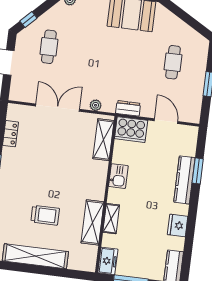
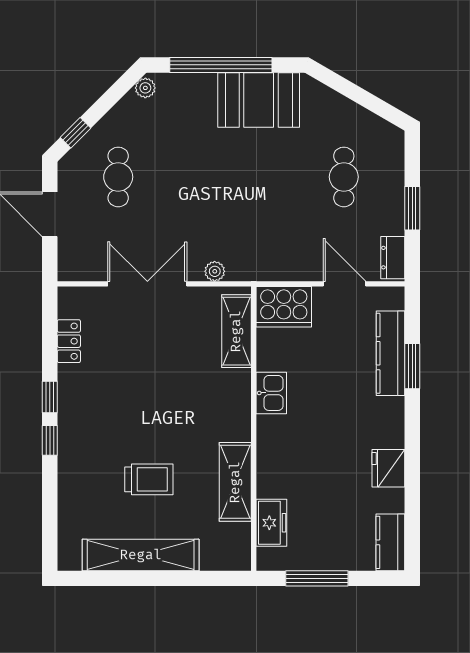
dresser: (128, 108) -> (393, 258), moved, turned -90
kitchen counter: (184, 180) -> (391, 353), moved
shelving: (111, 219) -> (268, 471), removed
freezer: (108, 261) -> (271, 523), moved

